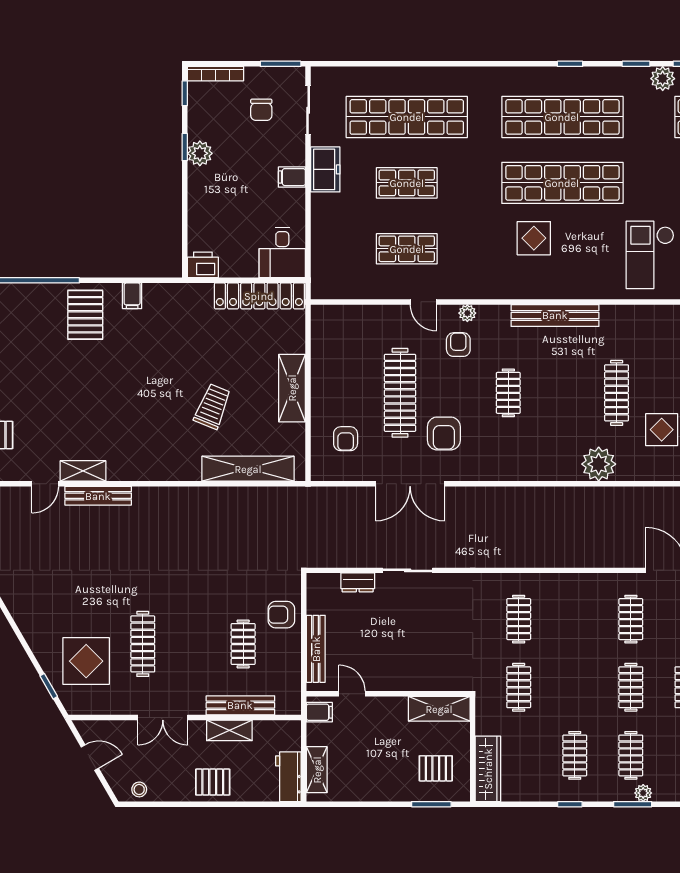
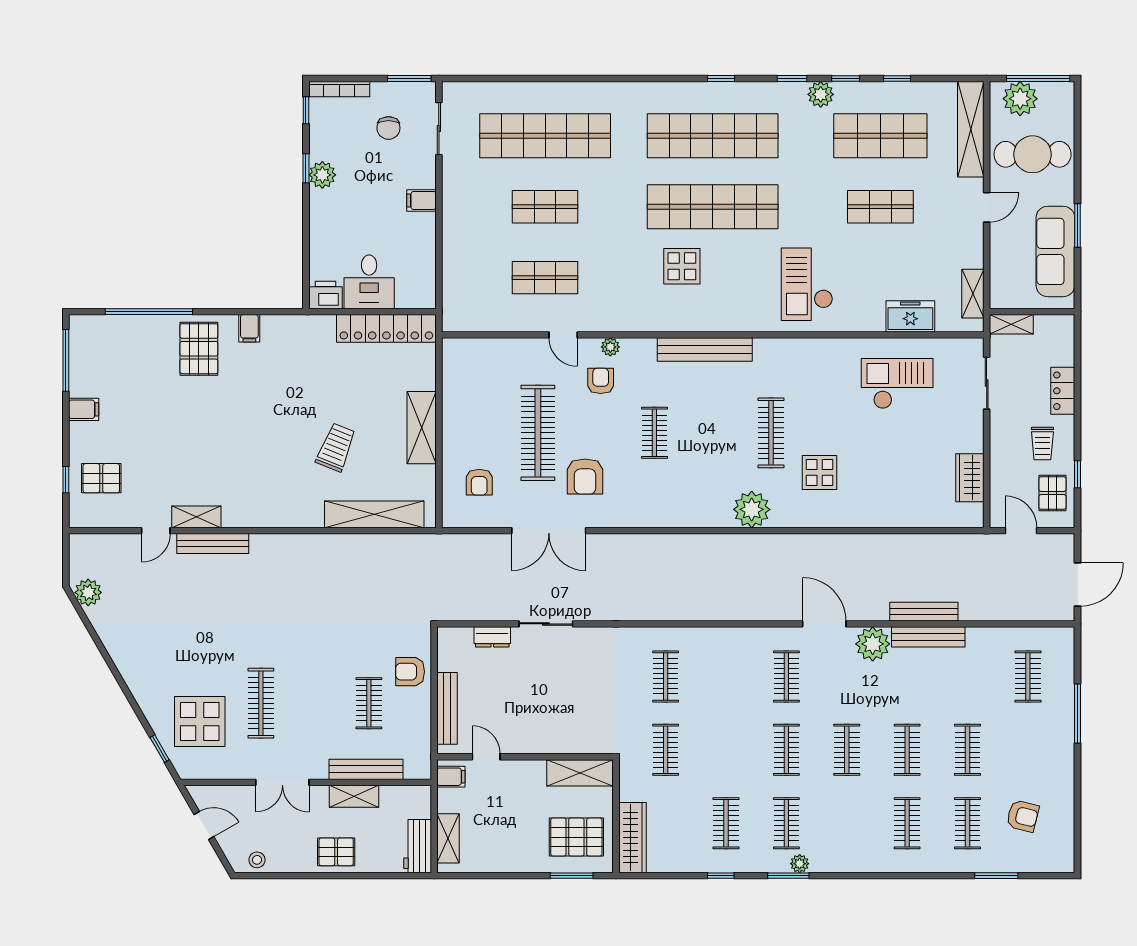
freezer: (325, 169) -> (457, 192), removed
desk: (282, 253) -> (369, 282), moved
pallet: (436, 768) -> (576, 837), width x1.50, depth x1.42

